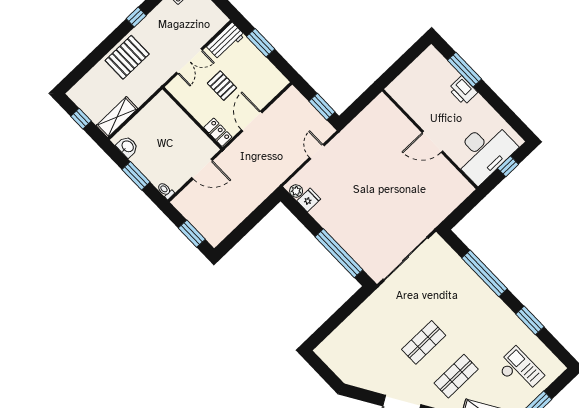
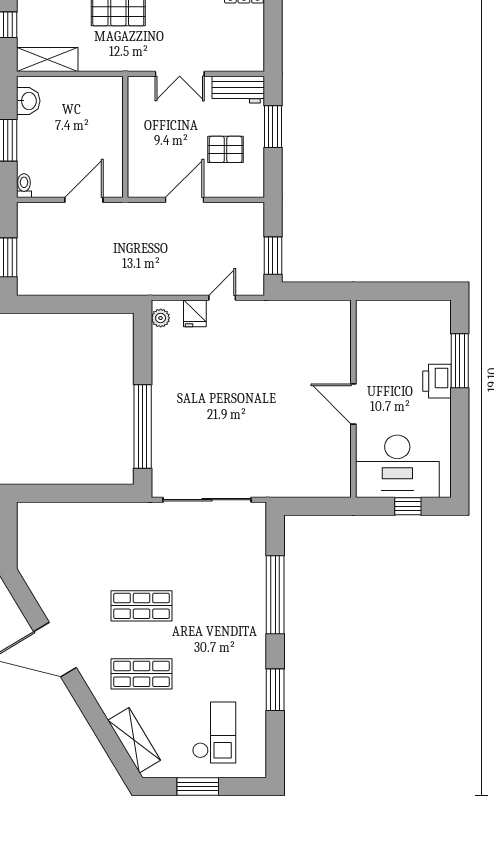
pallet: (222, 86) -> (226, 149), moved, turned 90
locker: (218, 132) -> (138, 177), removed
door: (202, 169) -> (84, 200), swing flipped
fridge: (309, 200) -> (195, 313), moved, turned 90

